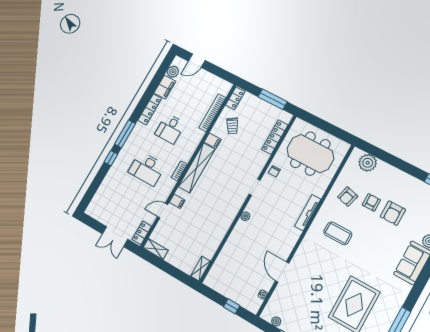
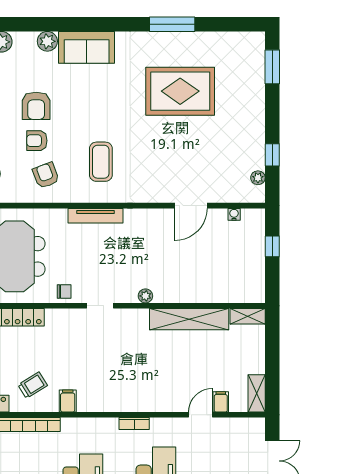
shelving: (197, 168) -> (189, 319), moved
armchair: (348, 197) -> (46, 175), turned -126
filing cabinet: (177, 201) -> (221, 402), moved
door: (162, 211) -> (201, 415), swing flipped
armchair: (393, 213) -> (36, 106), turned 90
locker: (142, 233) -> (246, 426), removed

